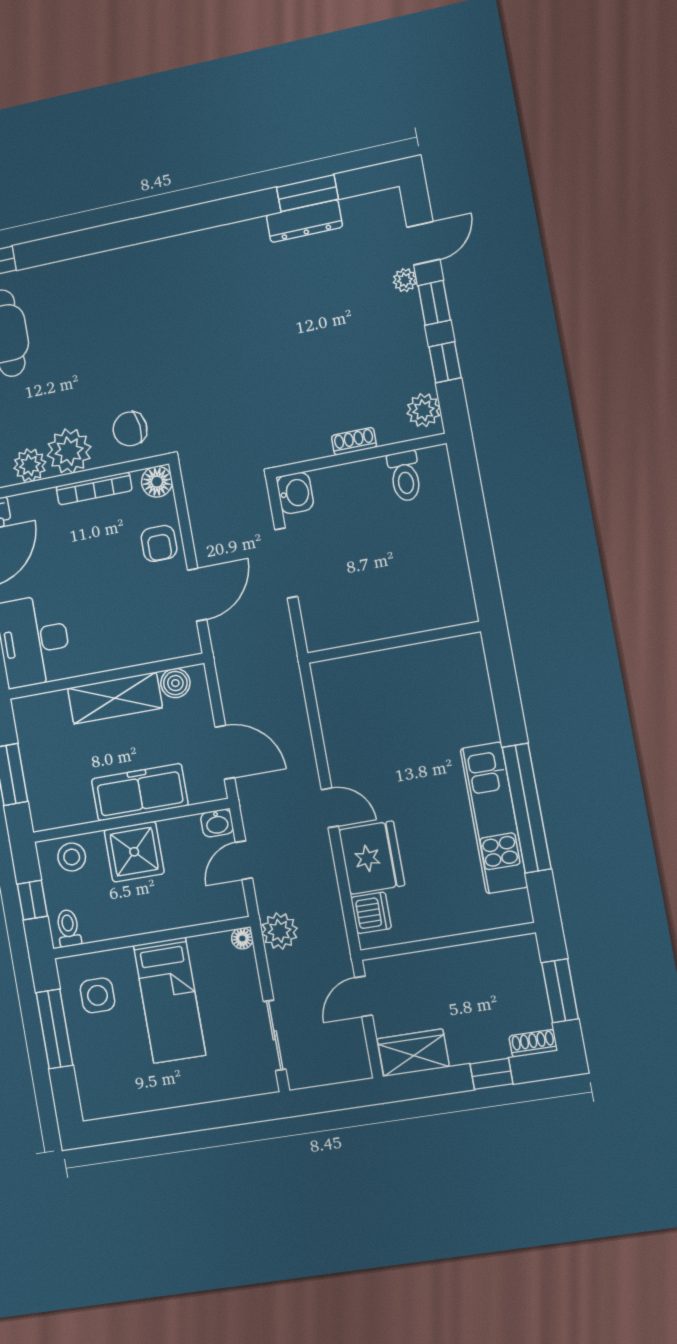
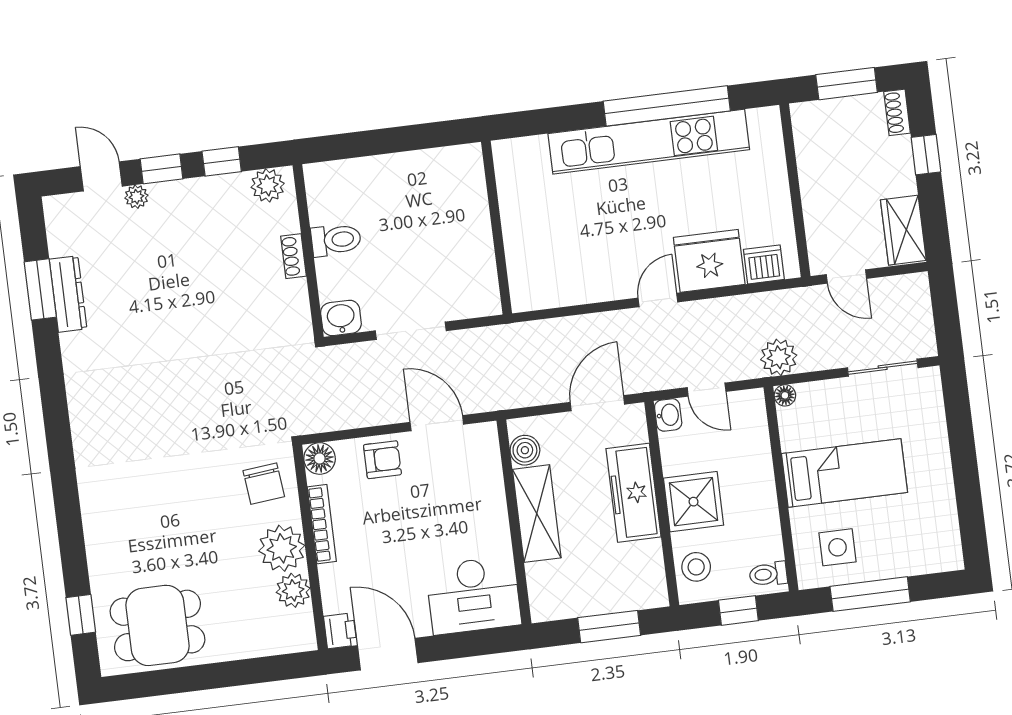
toilet: (405, 476) -> (336, 240), moved
kitchen unit: (494, 818) -> (649, 142), width x1.36

